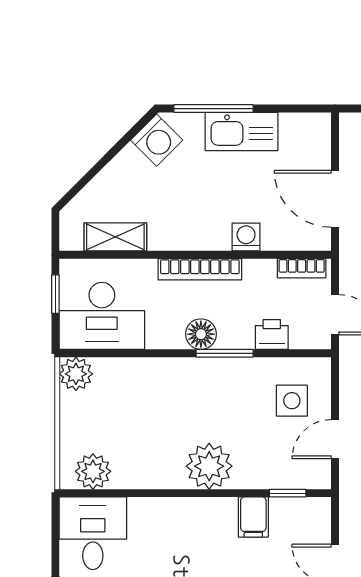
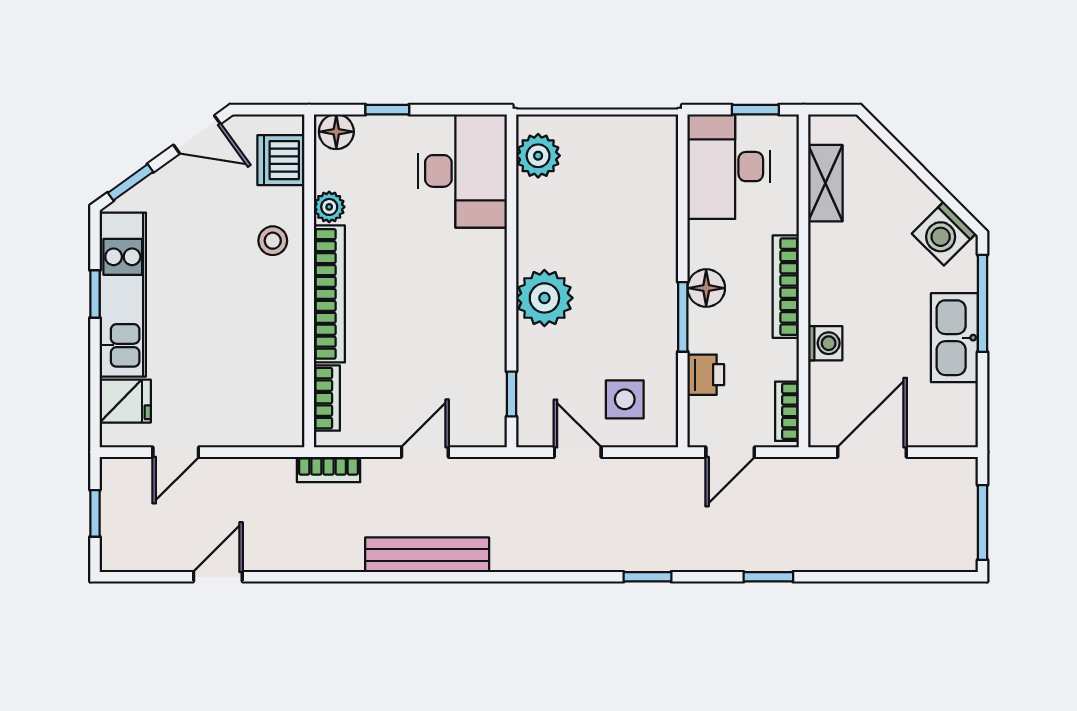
plant: (76, 374) -> (658, 135), removed
filing cabinet: (253, 517) -> (482, 352), removed
desk: (93, 533) -> (462, 171), width x1.37

